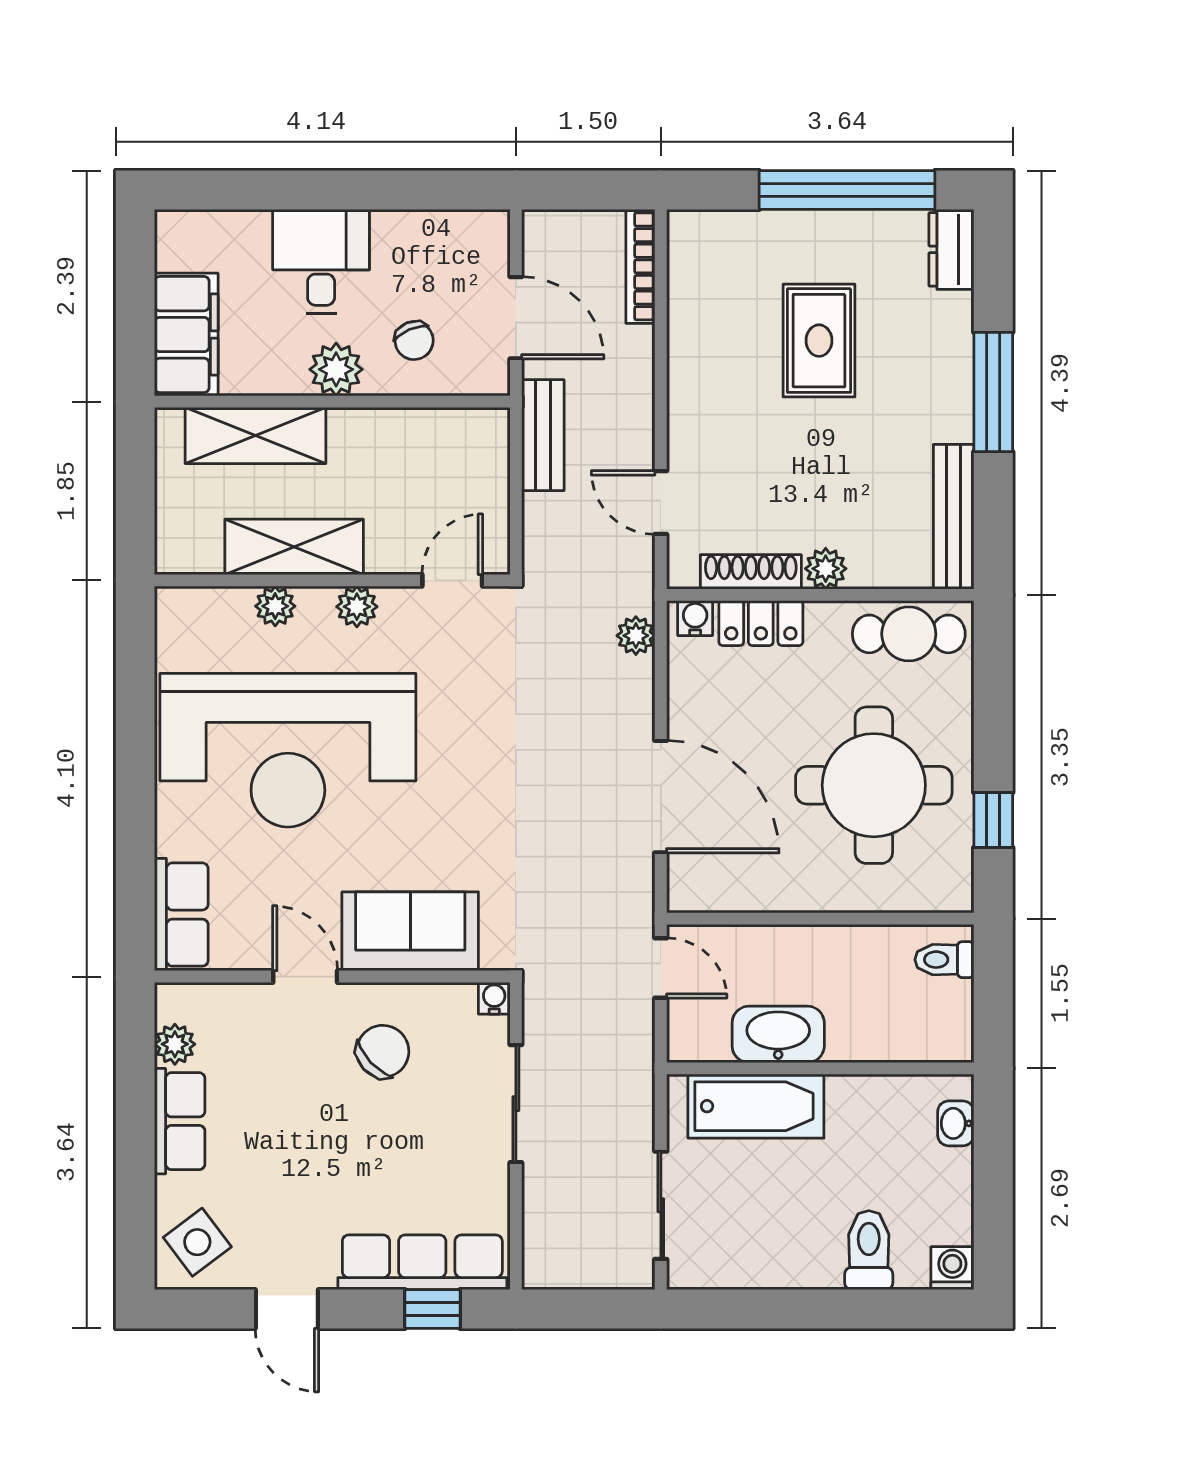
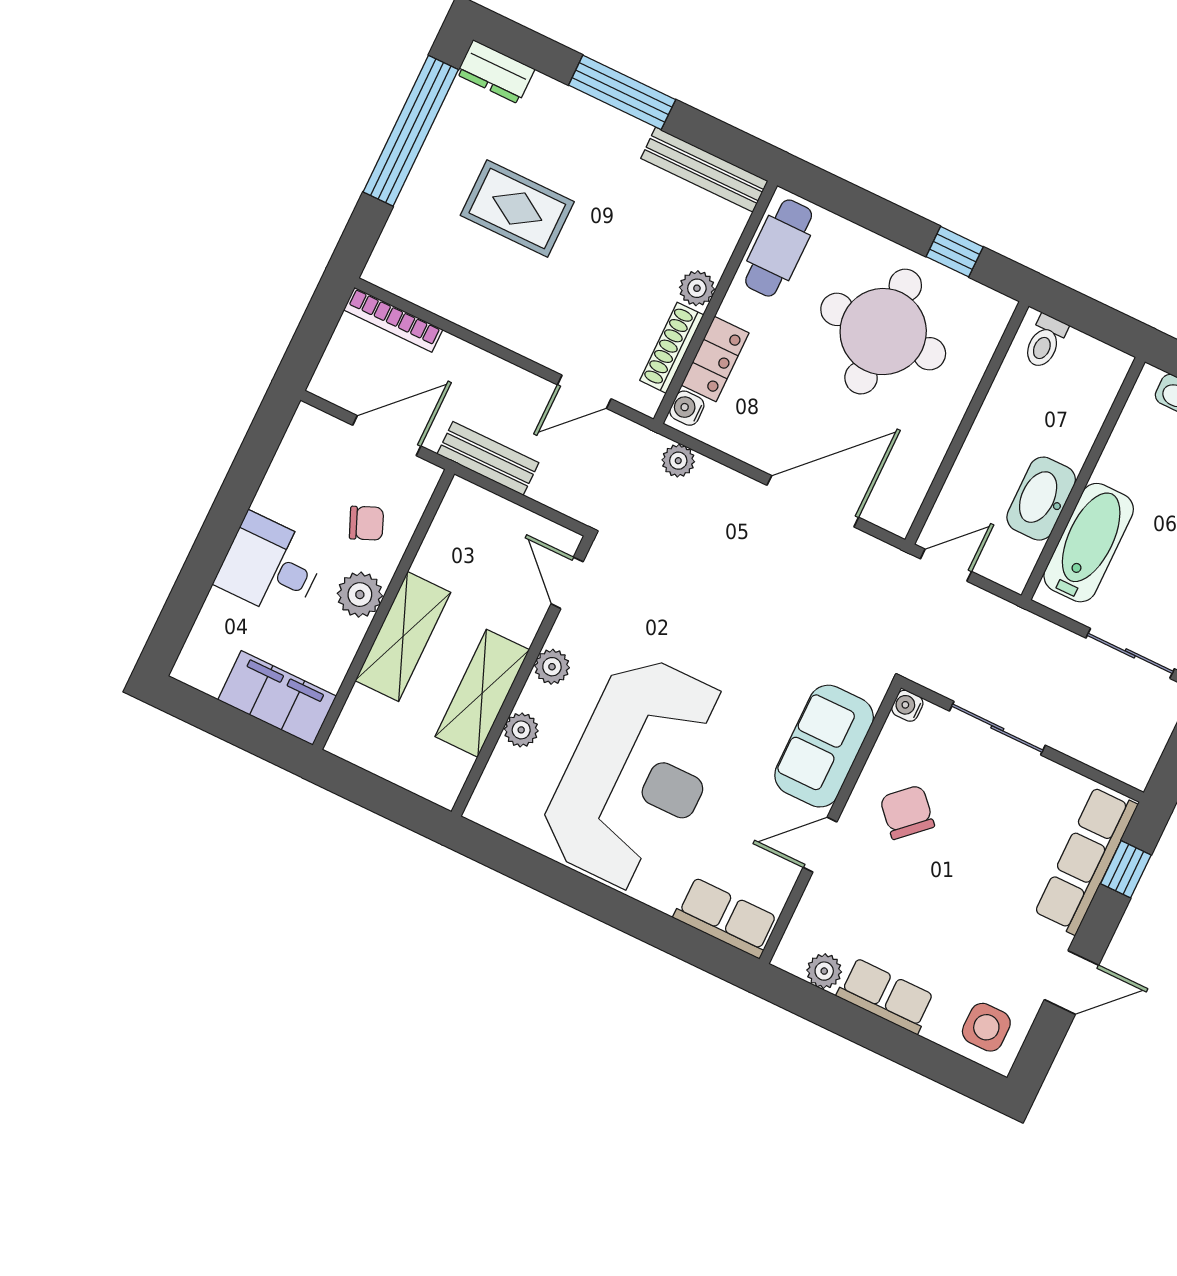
shelving: (256, 436) -> (403, 637), moved
side table: (197, 1242) -> (986, 1027), turned 37

